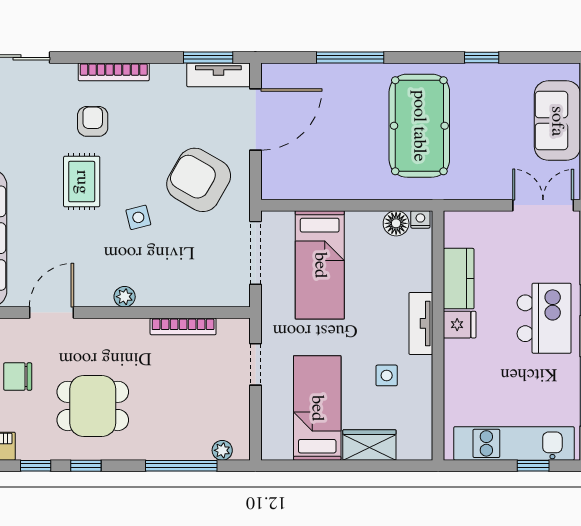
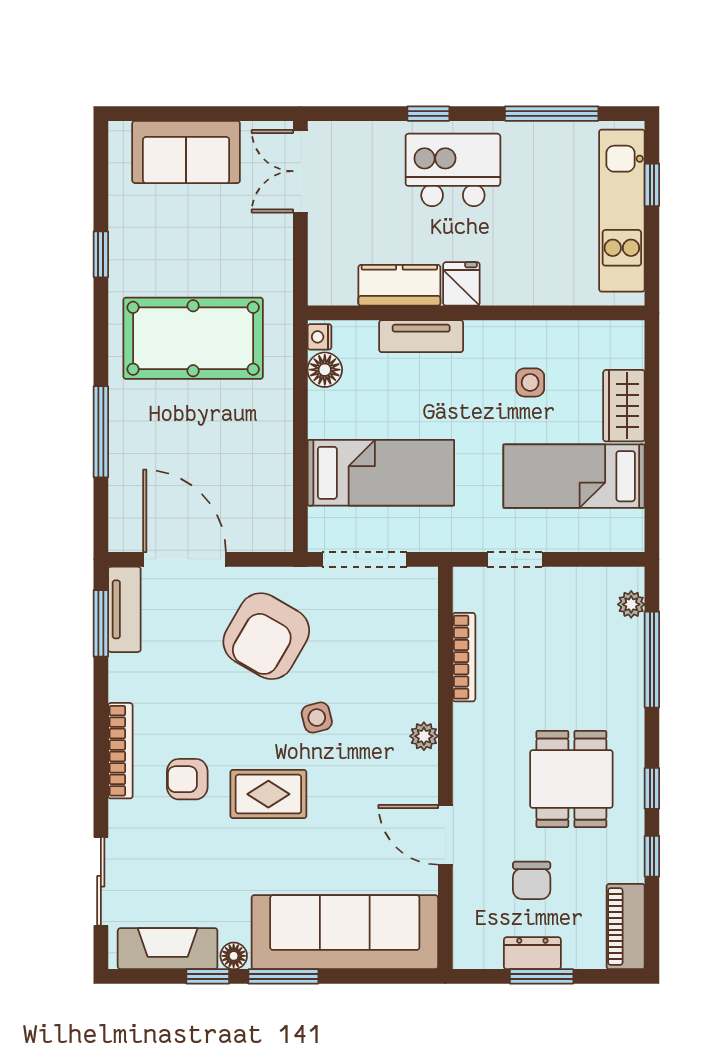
tv unit: (421, 323) -> (421, 336), moved

